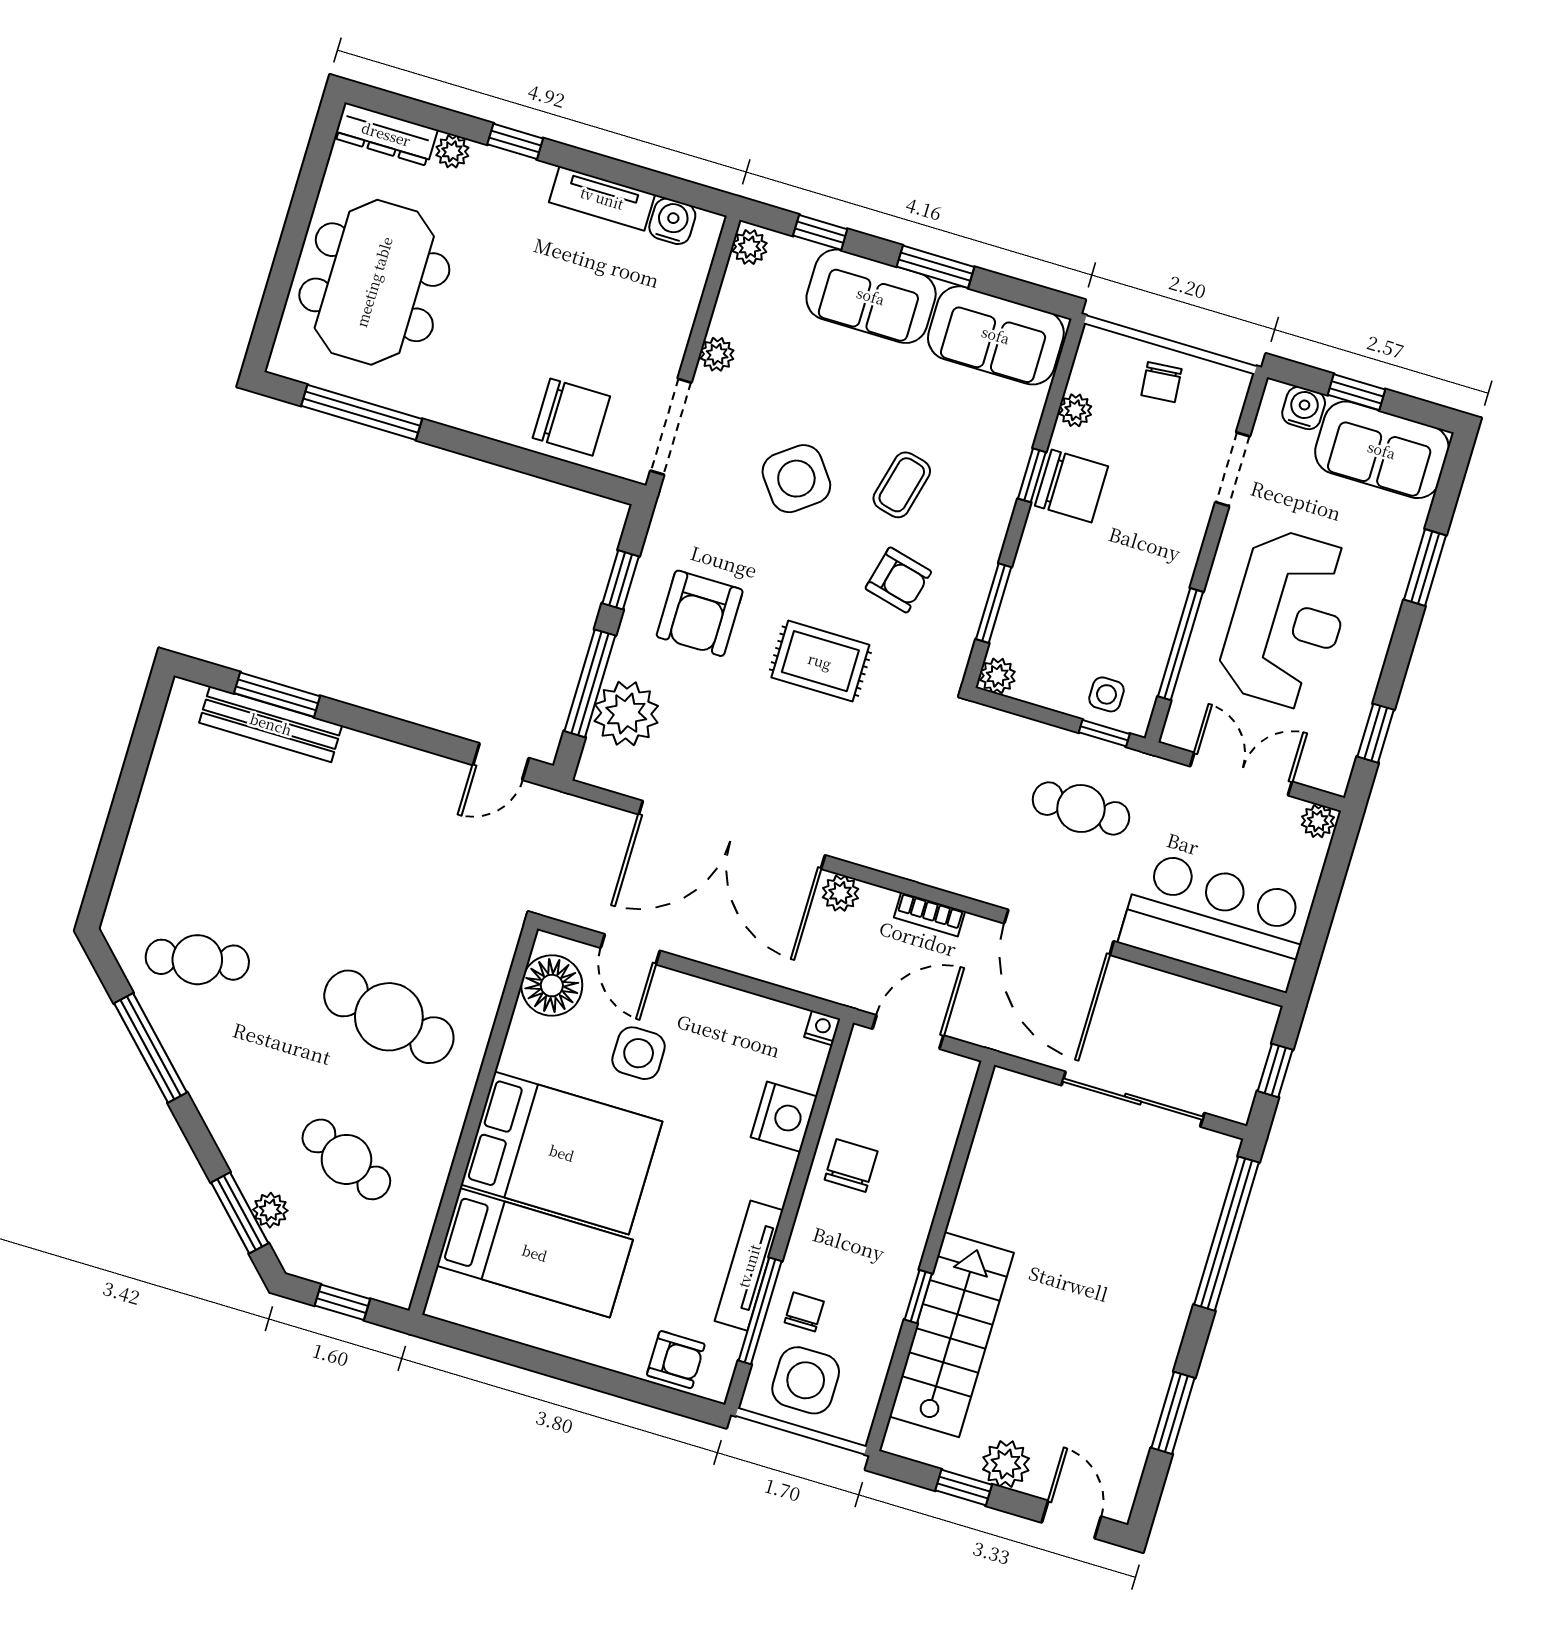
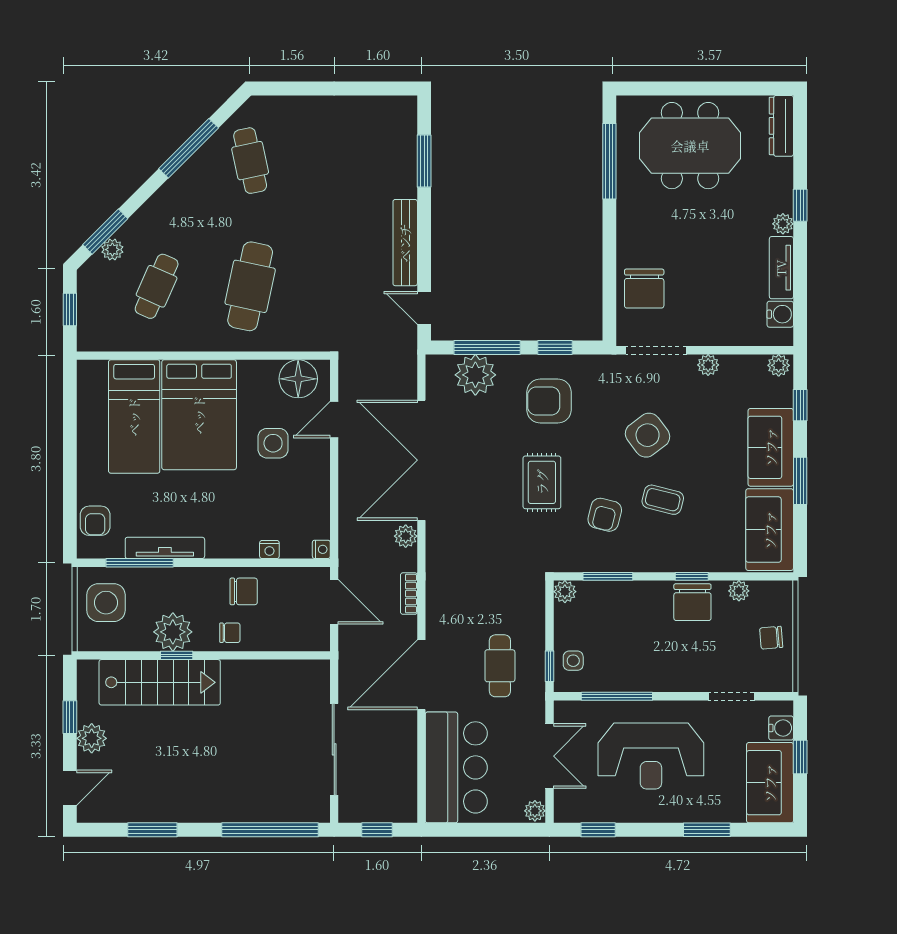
plant: (452, 151) -> (783, 224), moved
bench: (271, 724) -> (405, 243), moved
nightstand: (784, 1117) -> (269, 549), width x0.53, depth x0.56
plant: (881, 1292) -> (173, 632), added
chair: (804, 1312) -> (230, 633), moved

